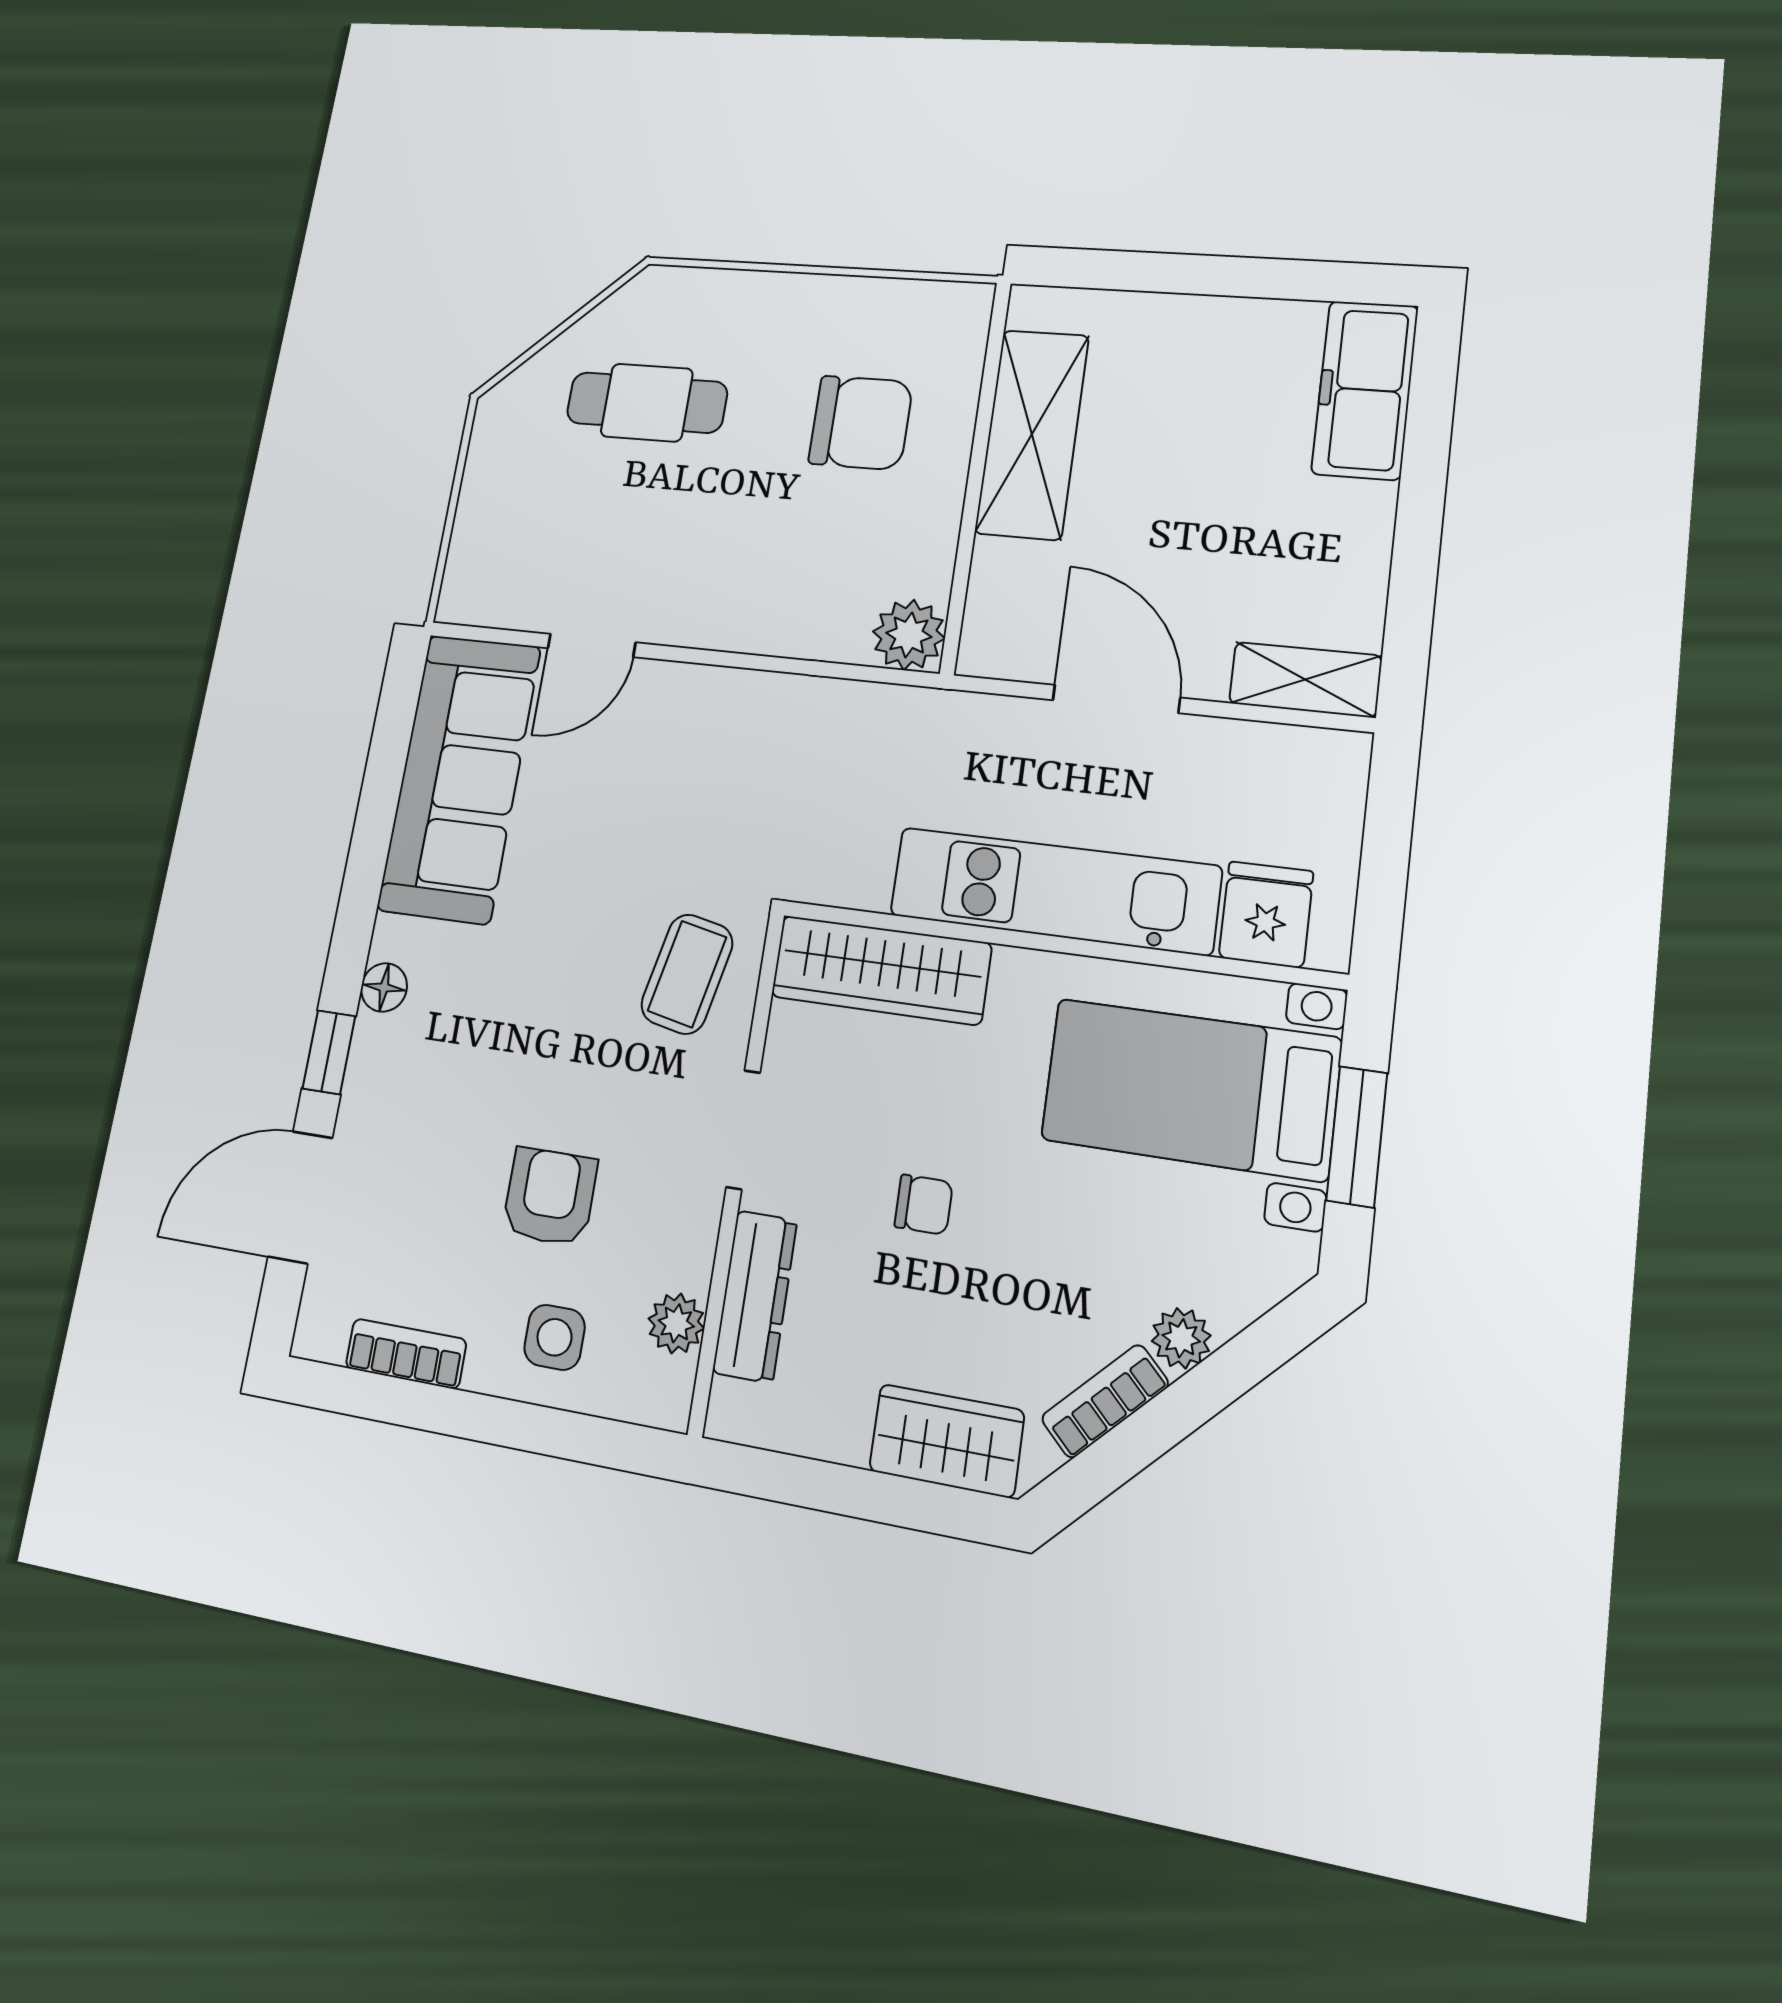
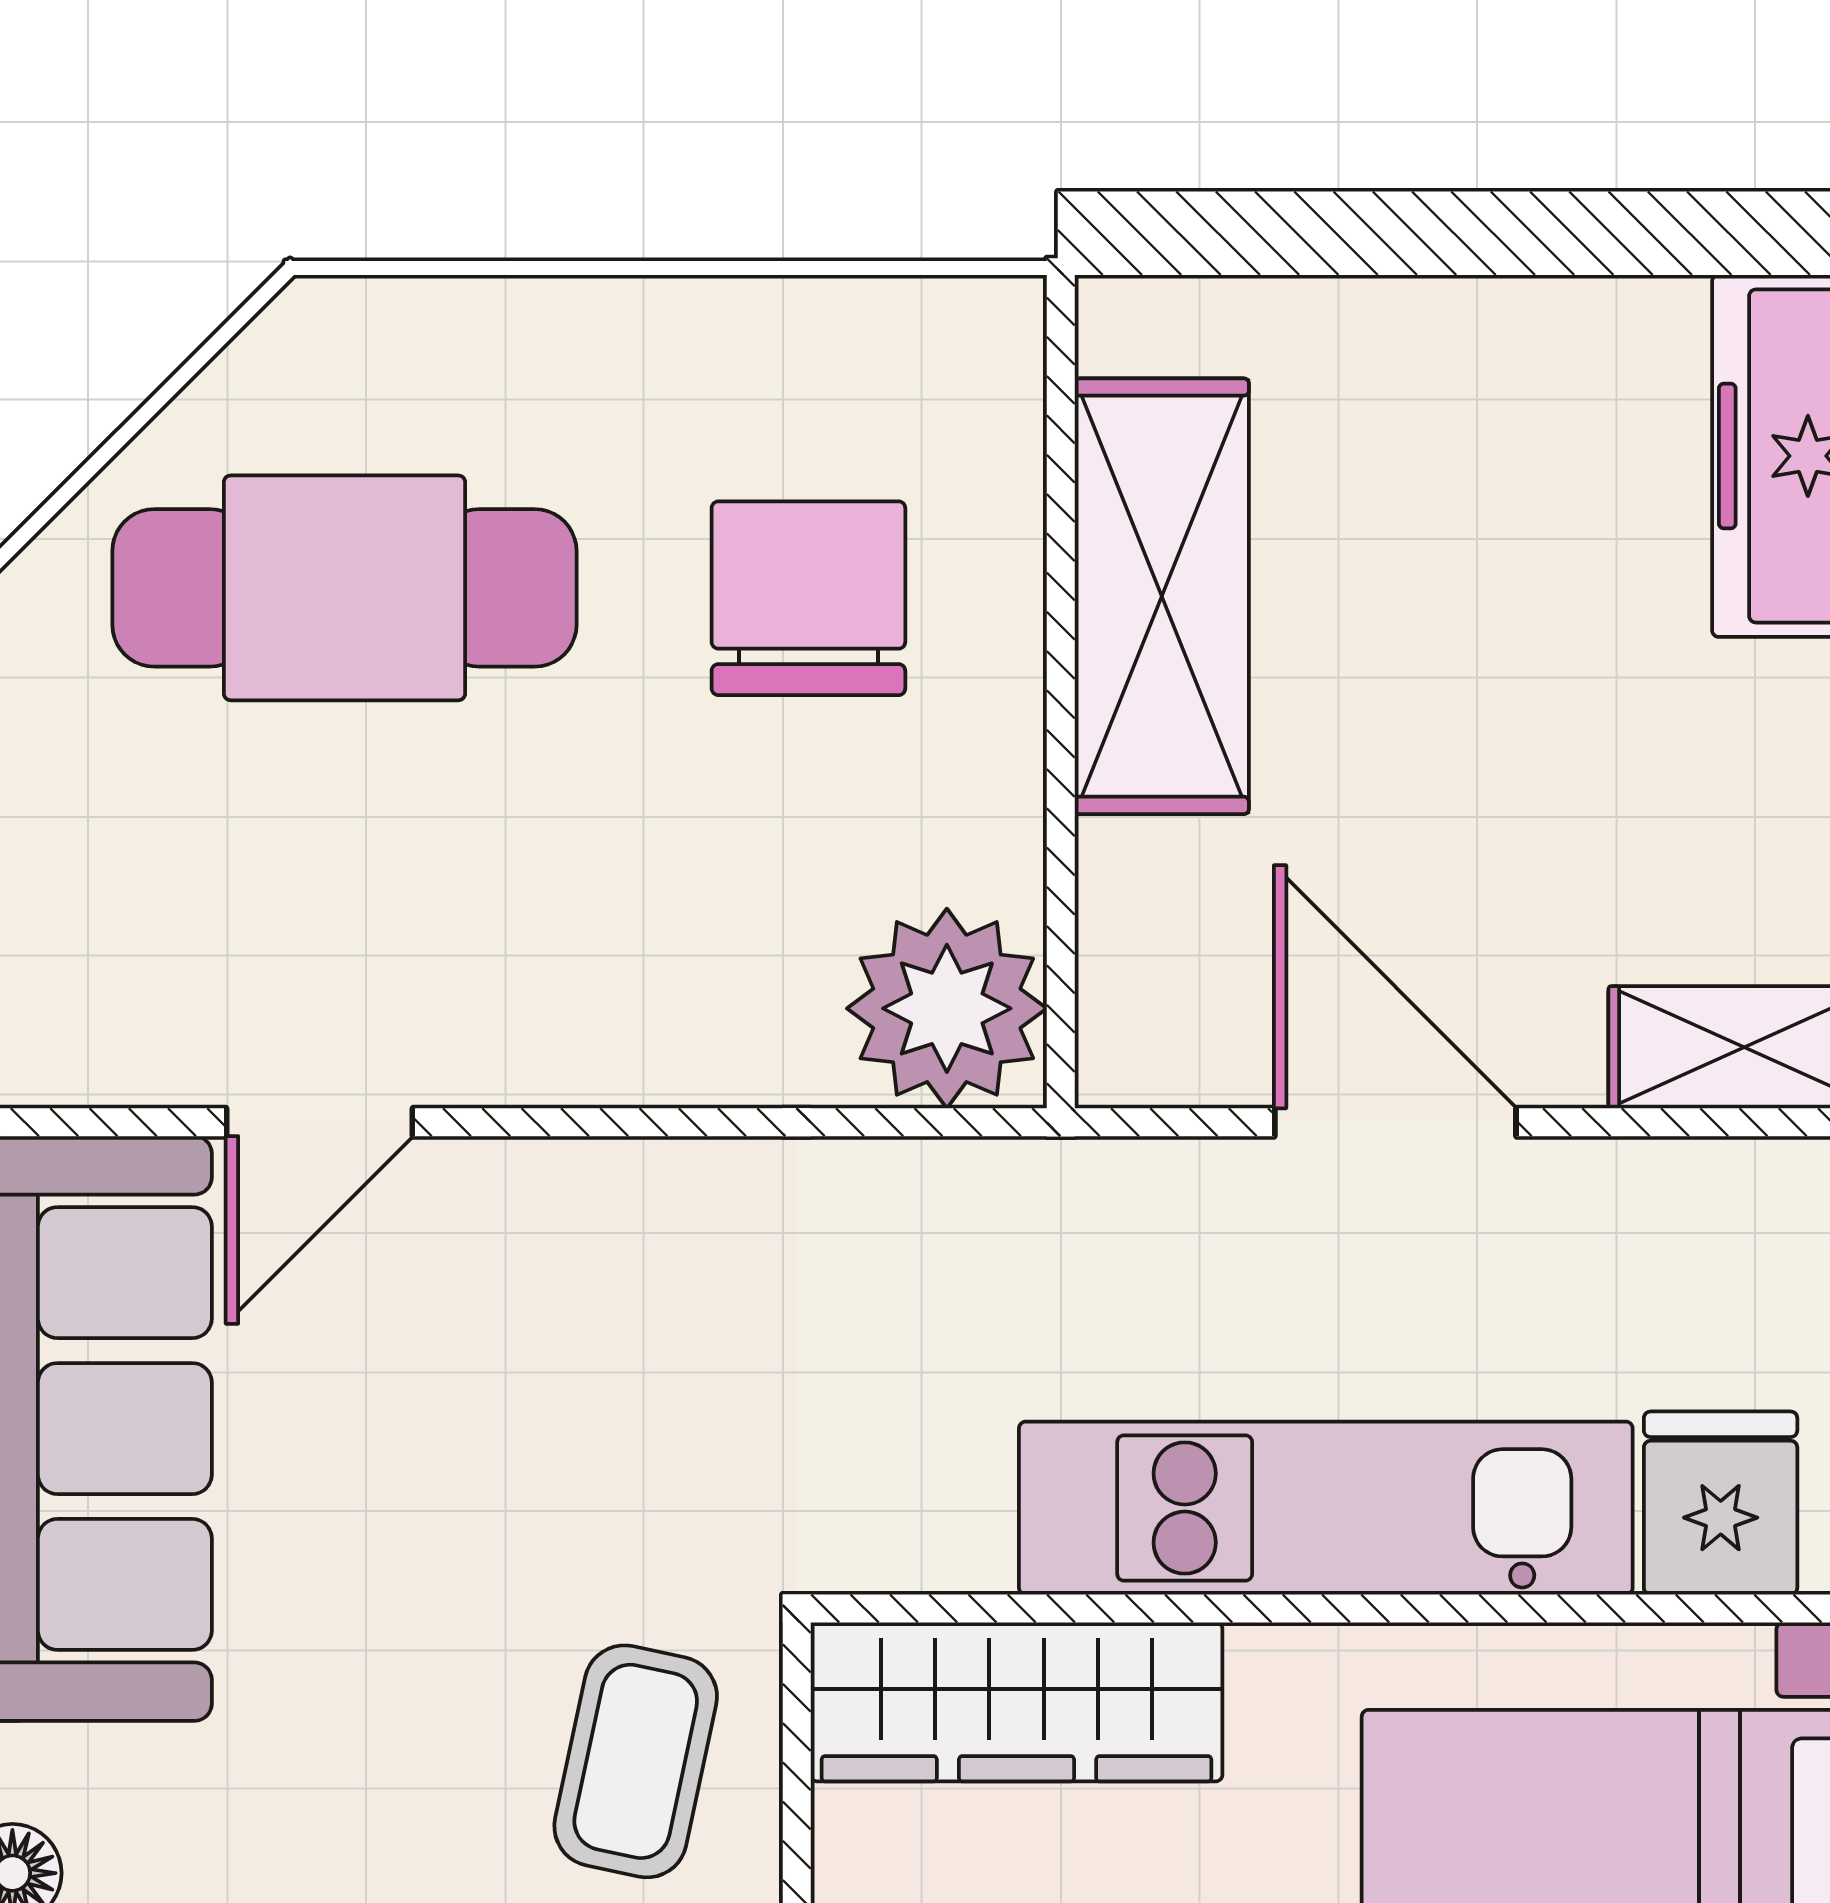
cafe table: (647, 403) -> (344, 588), width x1.37, depth x1.35
chair: (861, 423) -> (808, 598), turned -90
plant: (909, 635) -> (947, 1008), width x1.36, depth x1.36

